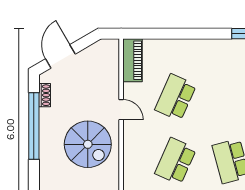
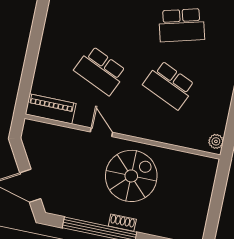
shoe rack: (45, 95) -> (122, 223), moved
door: (121, 110) -> (101, 132), hinge flipped

